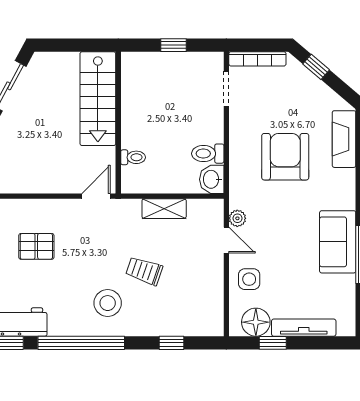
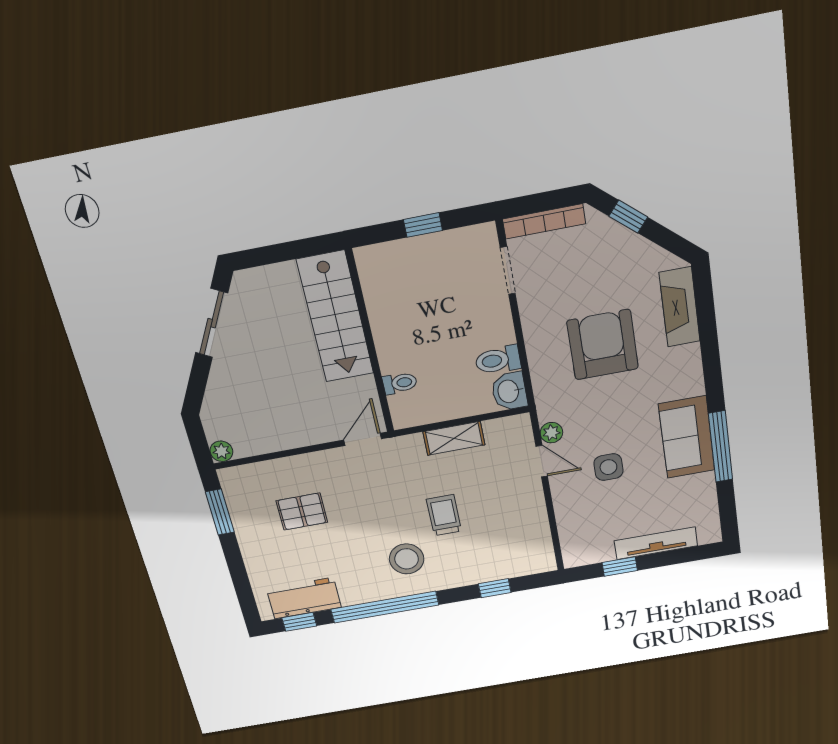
trolley: (144, 271) -> (444, 515), turned 71
side table: (249, 279) -> (608, 467), moved
floor lamp: (256, 322) -> (595, 548), removed

